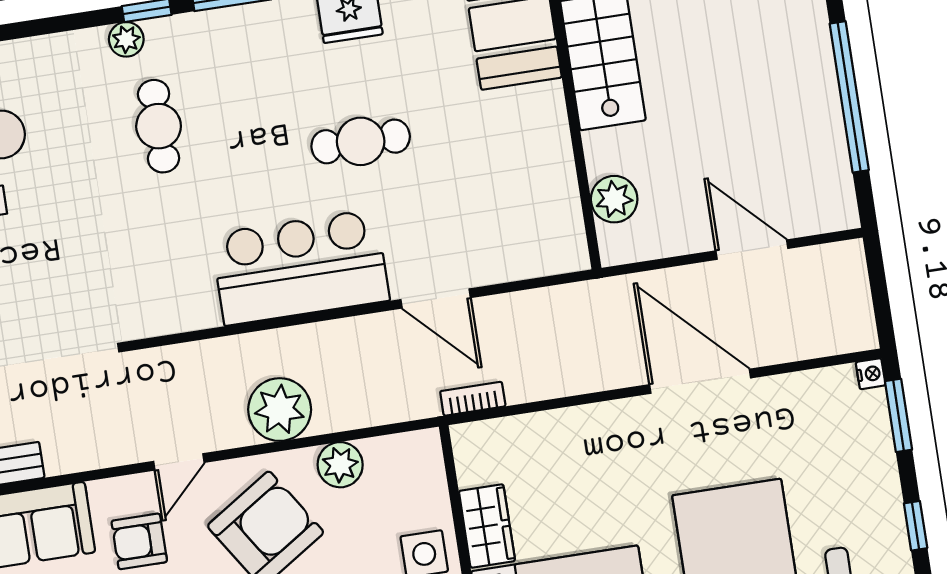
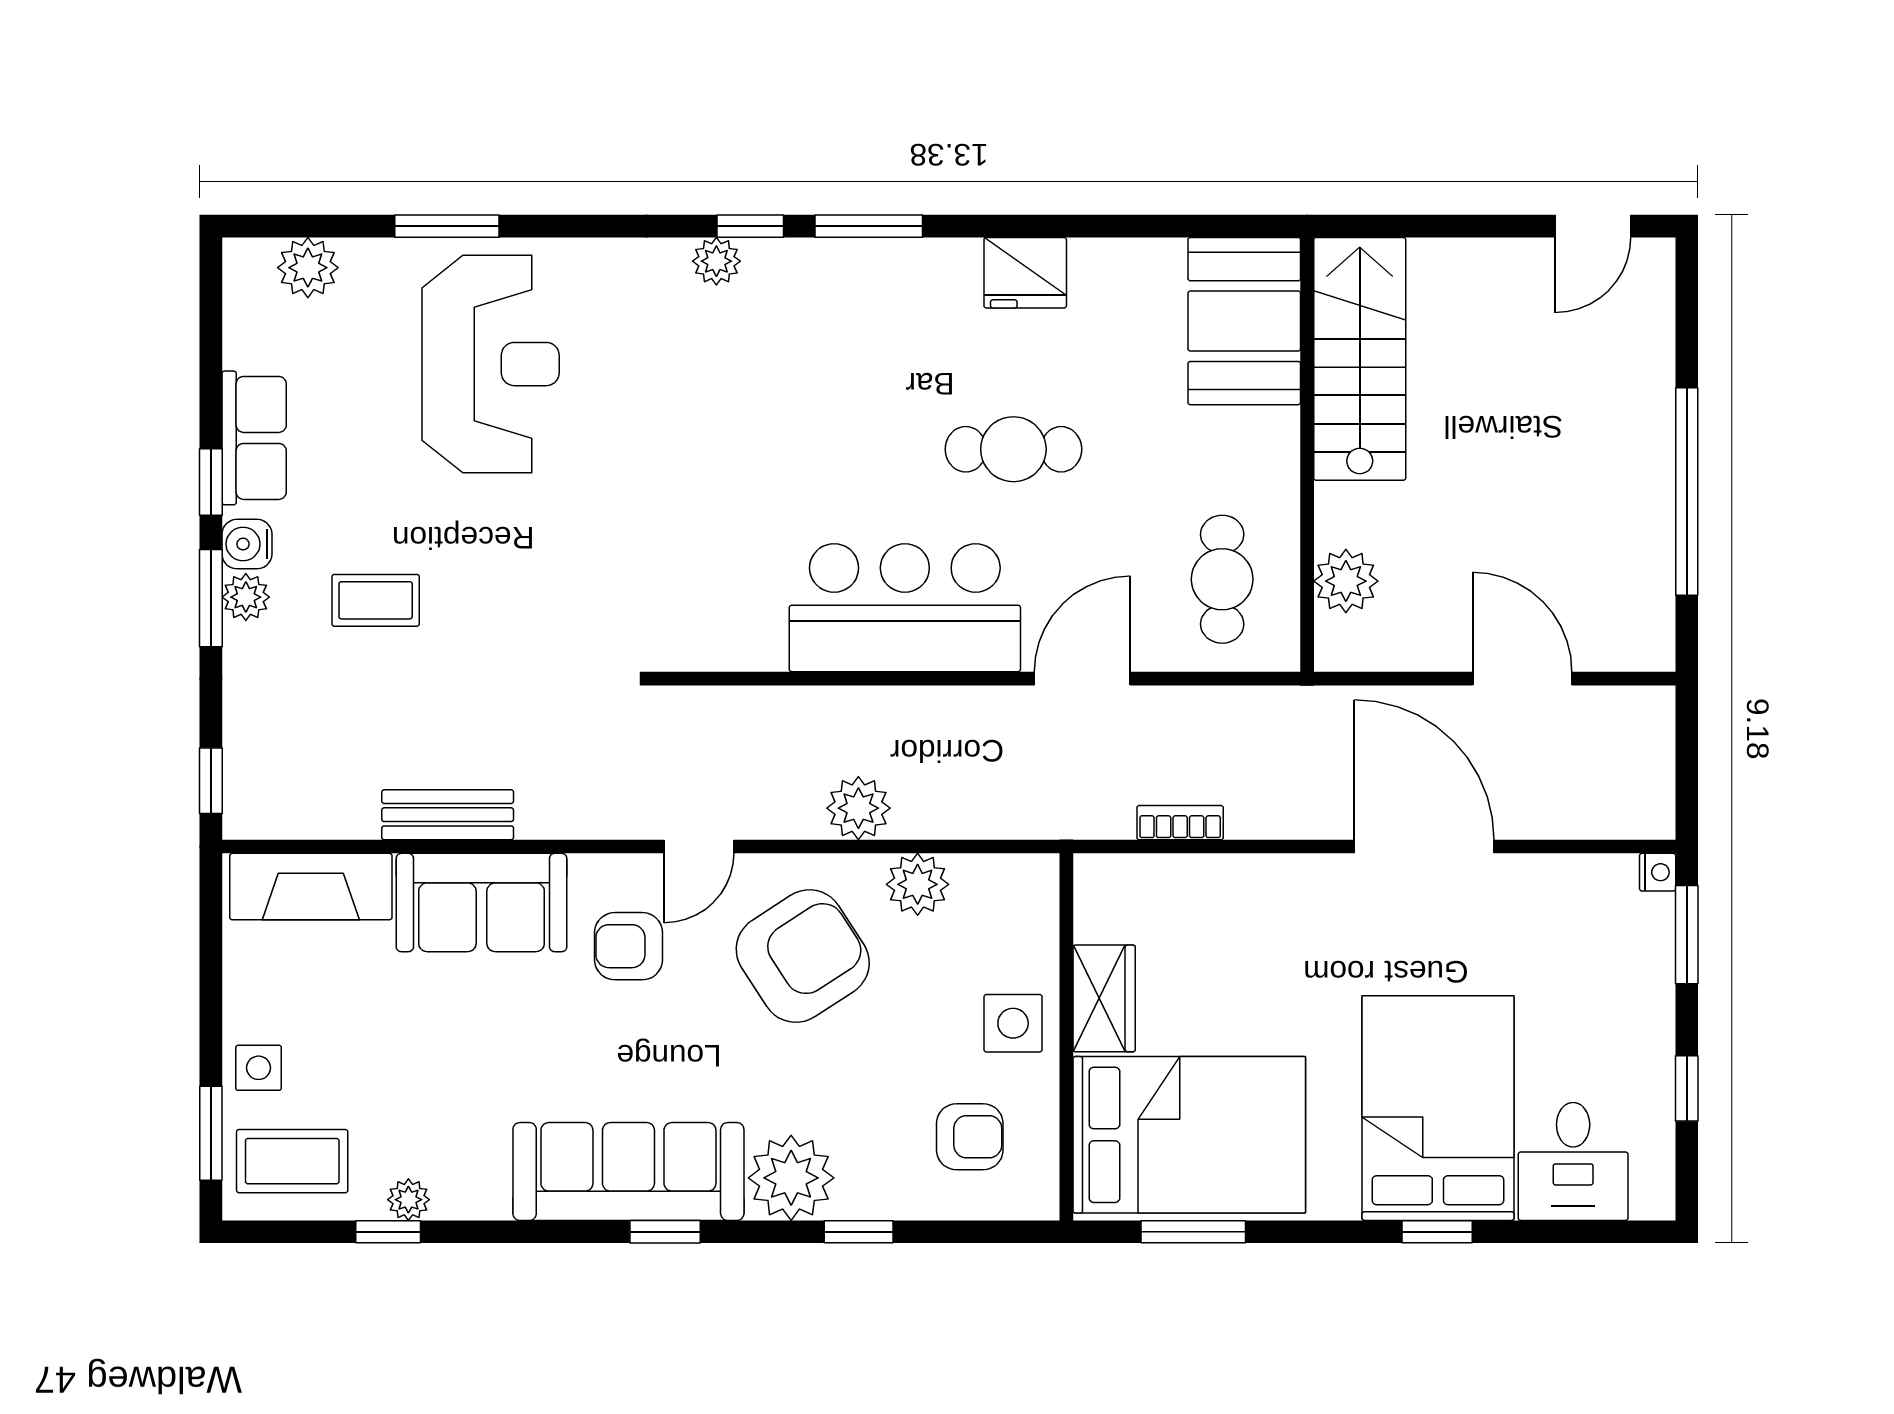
cafe table: (159, 126) -> (1222, 579), moved
door: (436, 299) -> (1082, 679), swing flipped
bookcase: (473, 399) -> (1180, 823), moved
plant: (280, 410) -> (858, 808), width x0.73, depth x0.73

